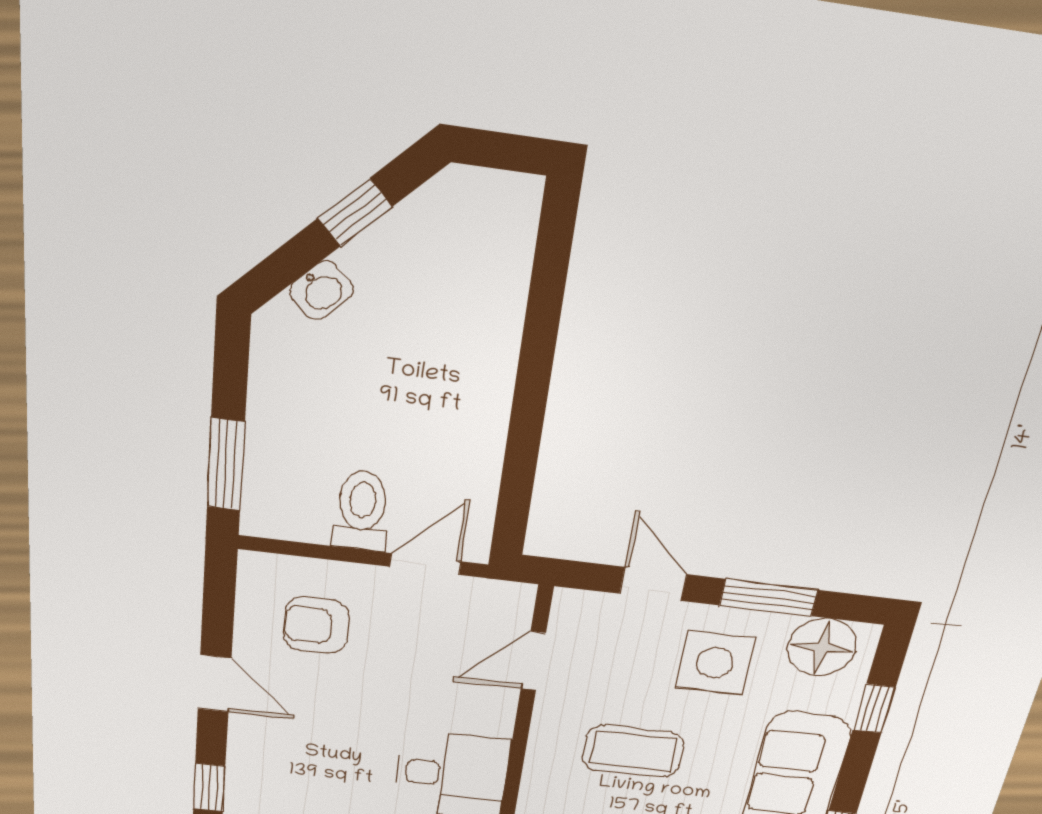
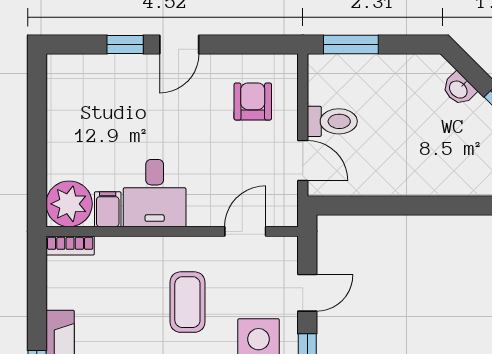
door: (533, 661) -> (245, 231), hinge flipped
door: (215, 684) -> (179, 45), moved

